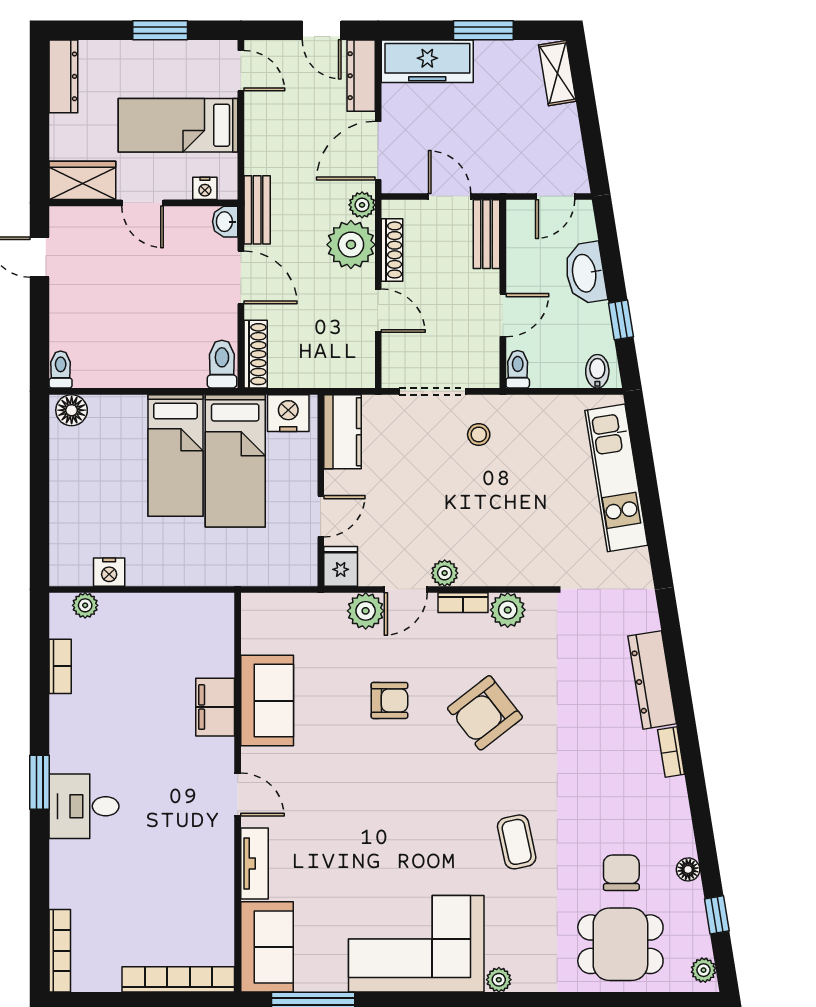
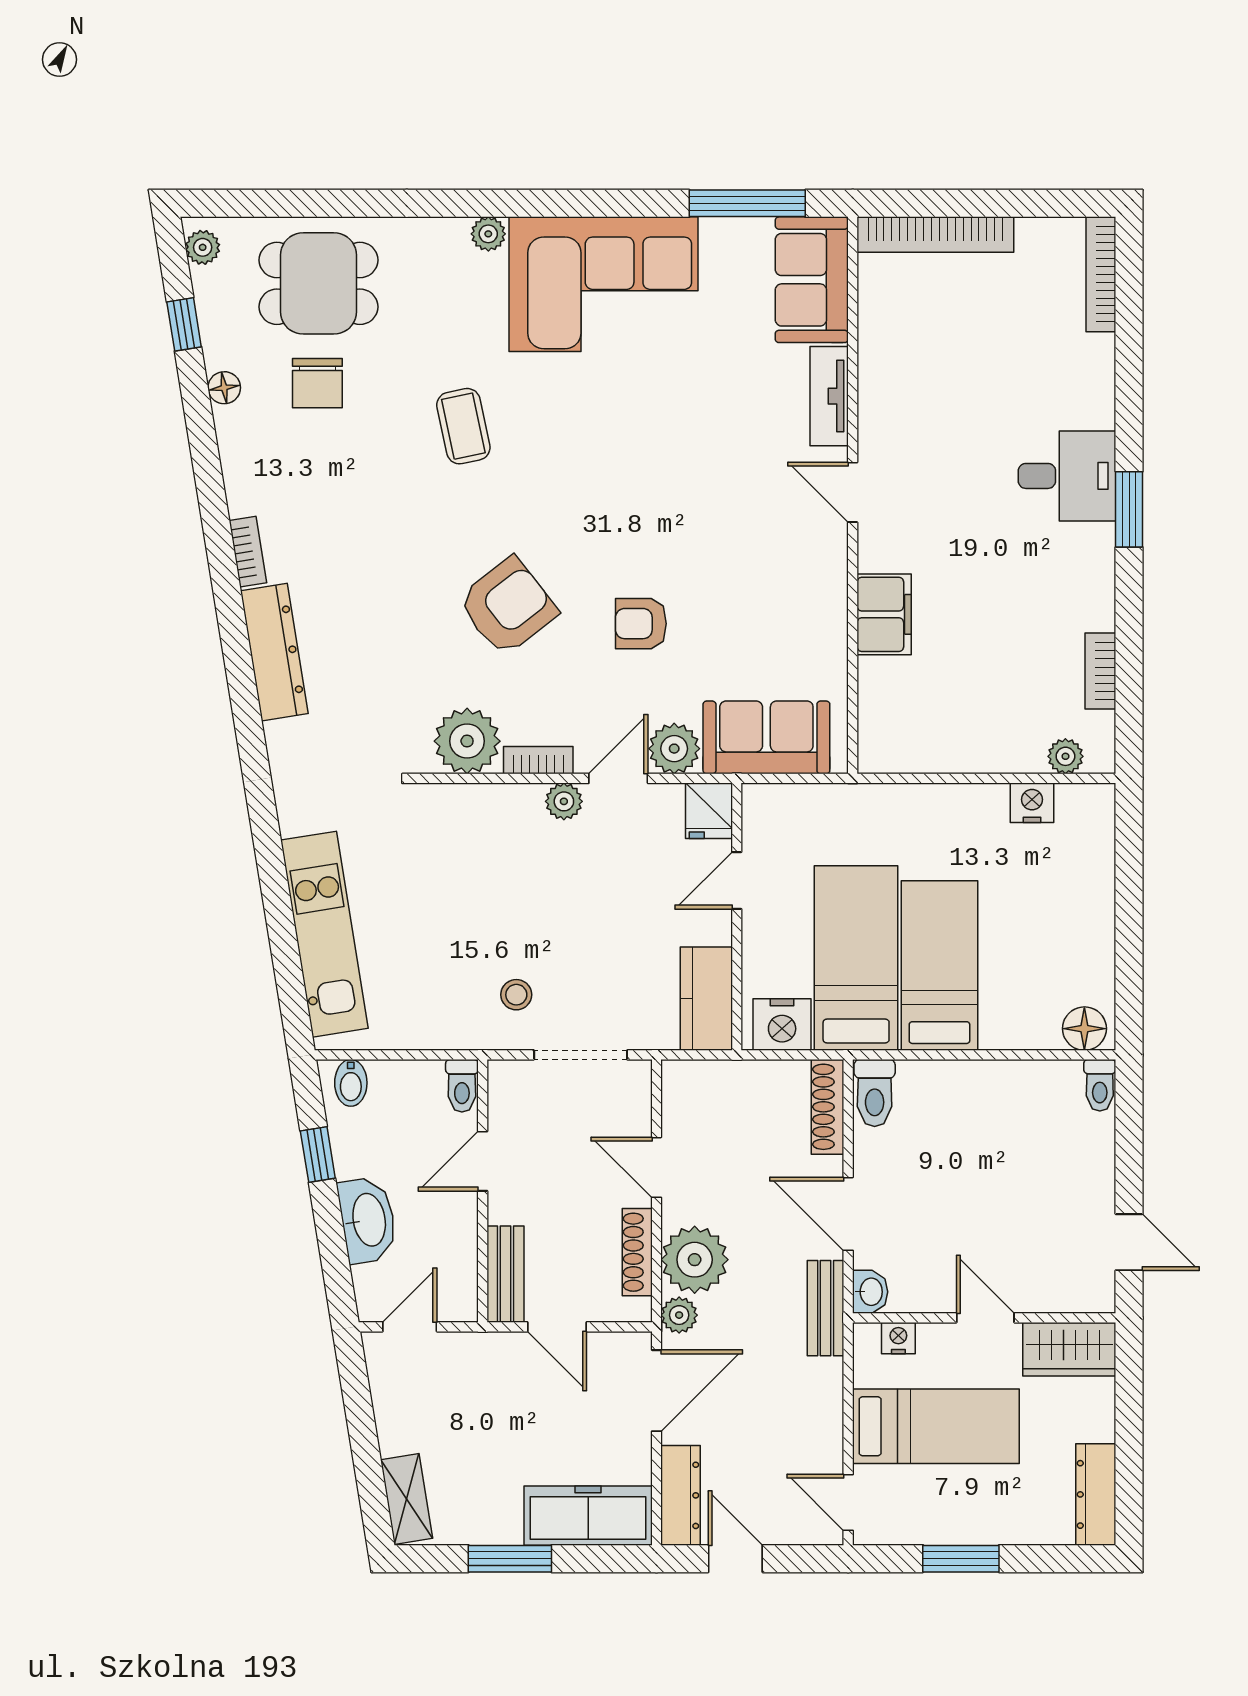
plant: (508, 610) -> (467, 741), width x1.36, depth x1.36
sofa: (267, 701) -> (766, 737), moved, turned 90

